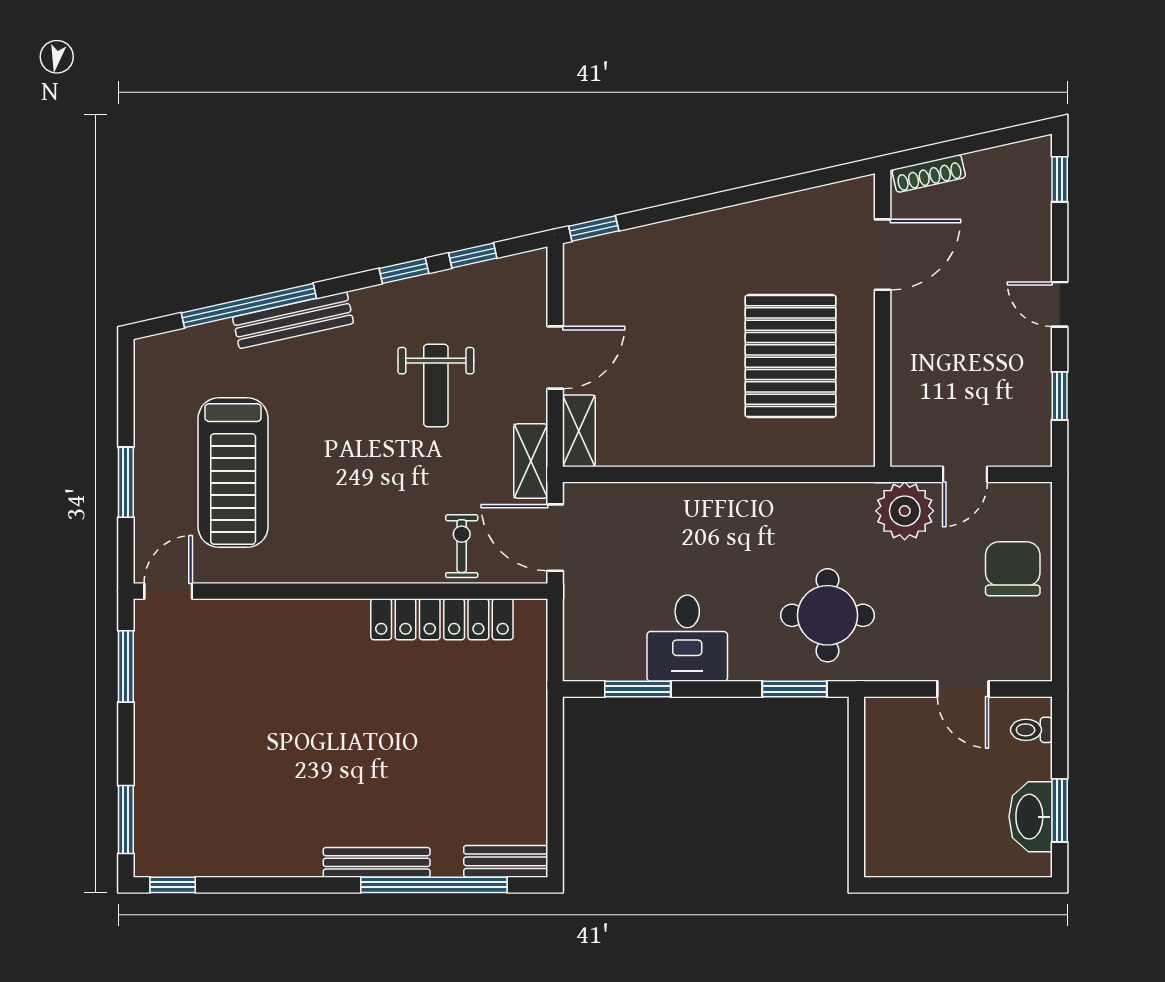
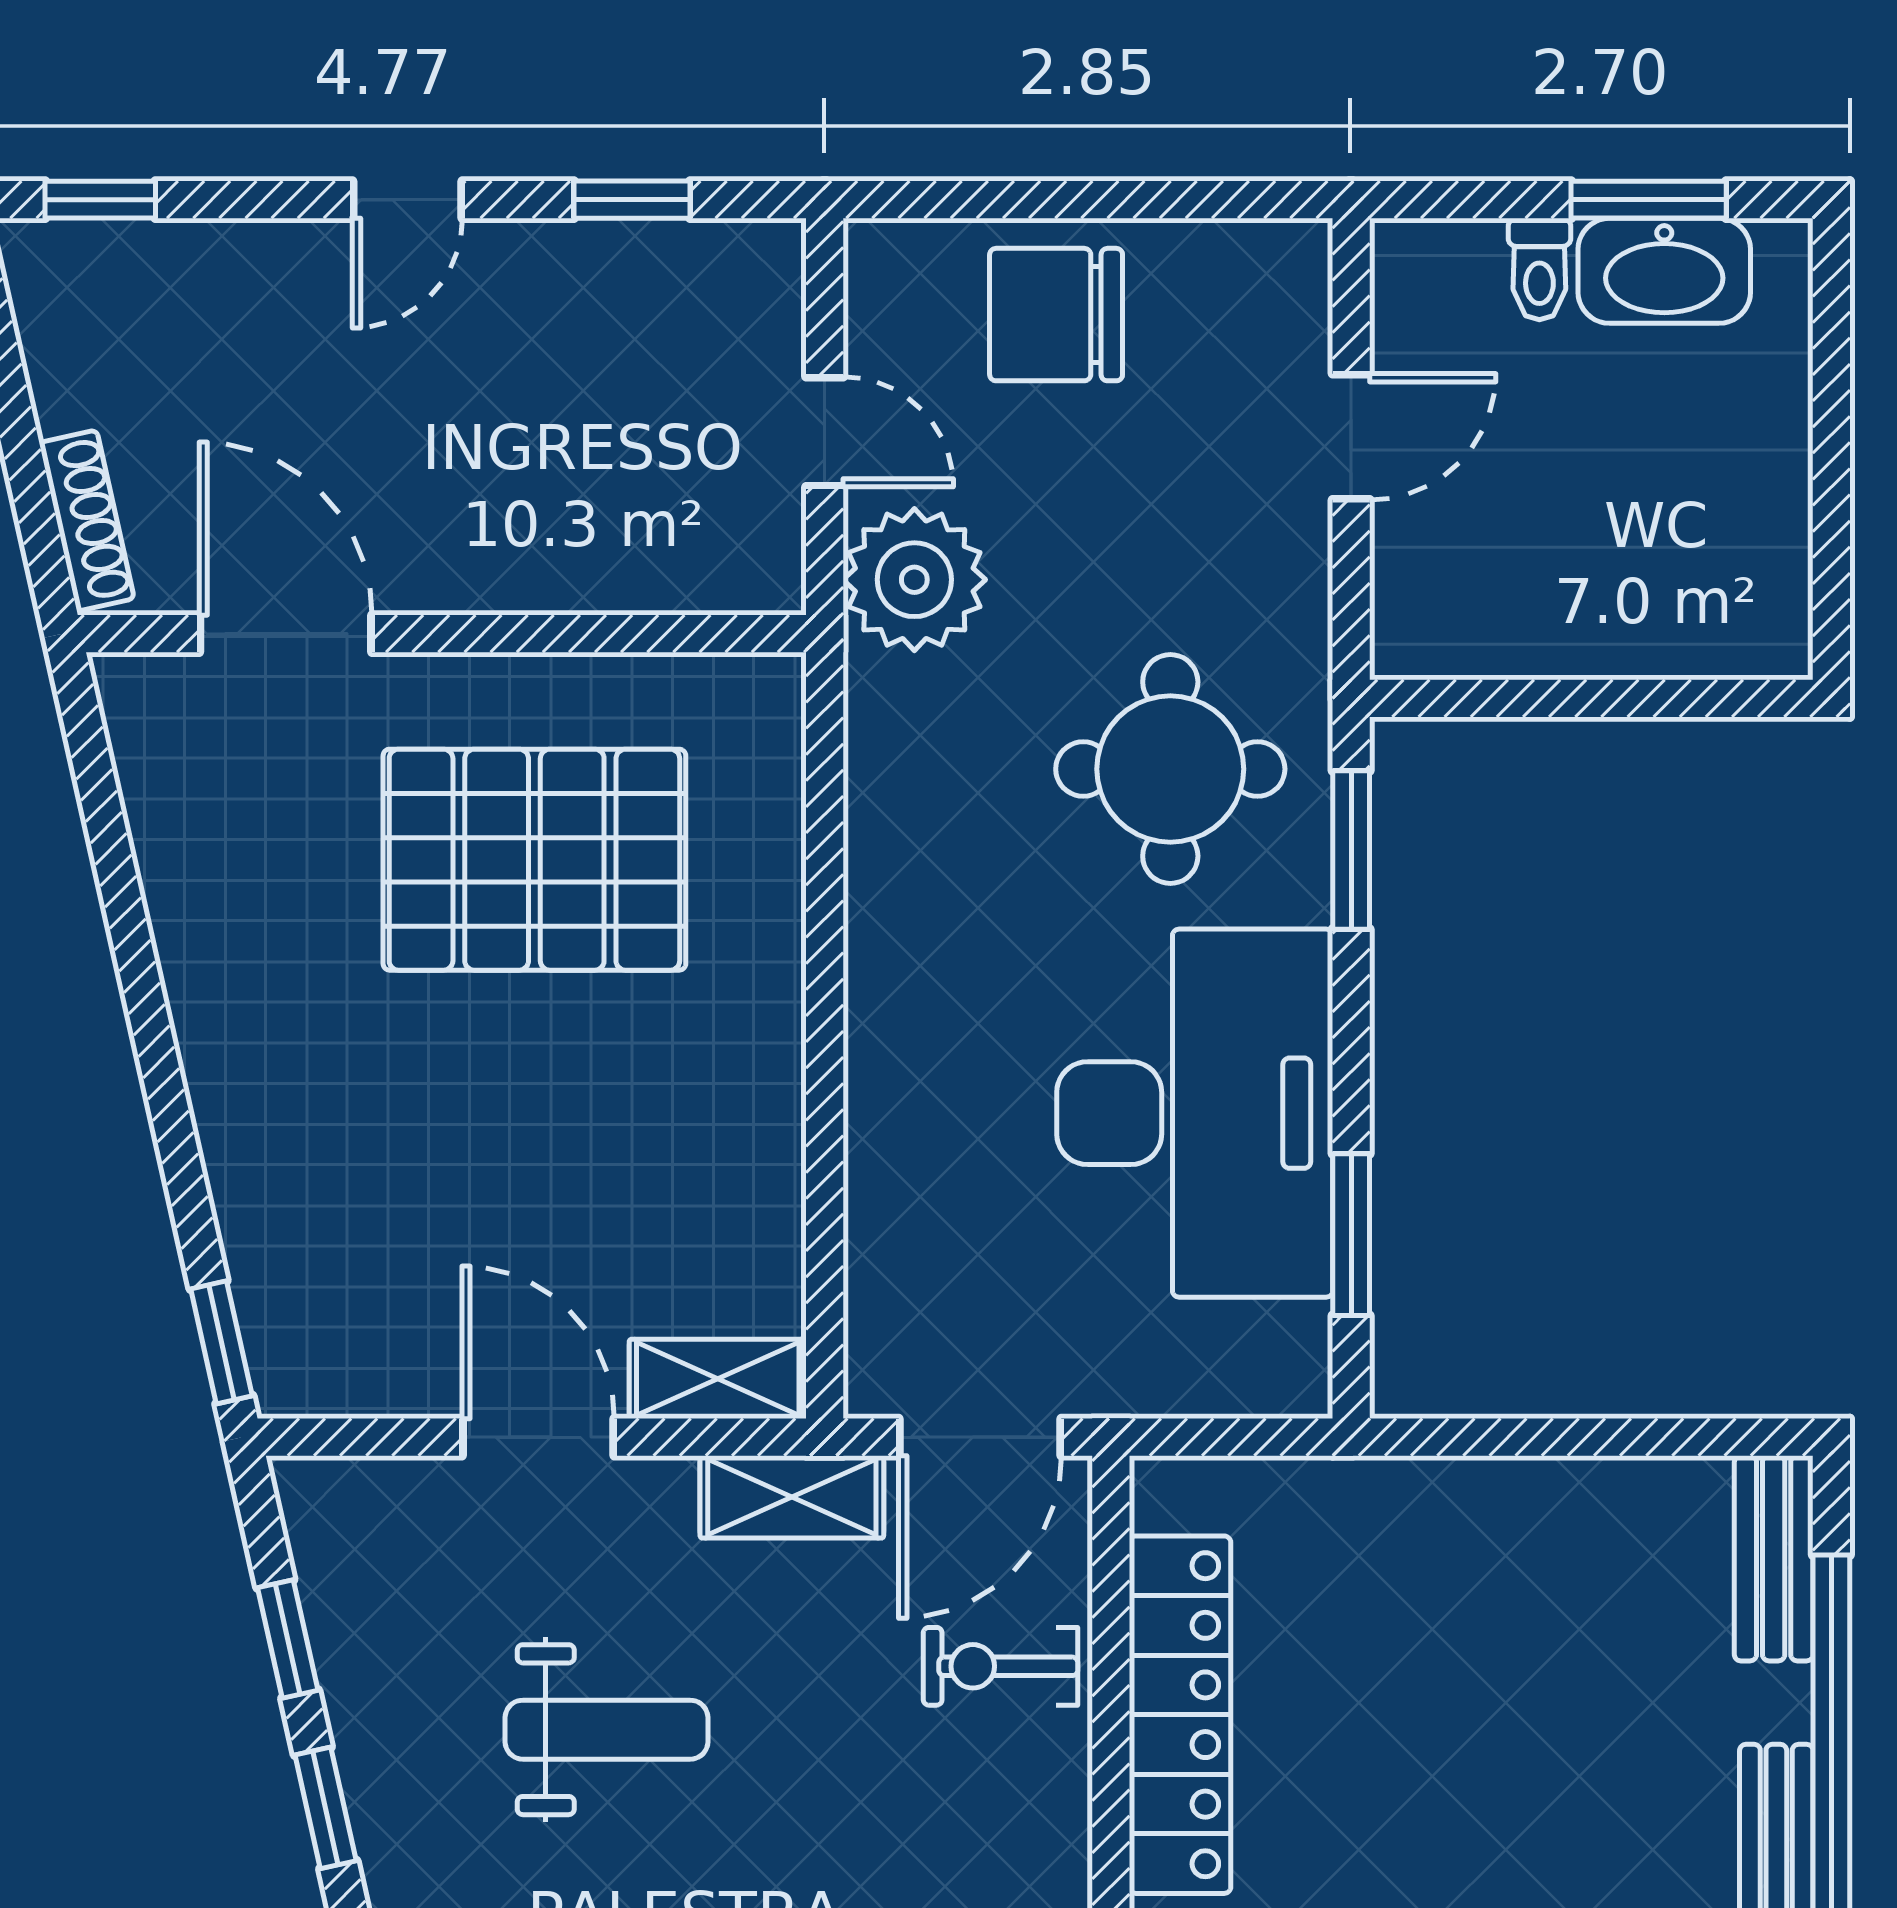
desk: (687, 638) -> (1195, 1113), width x1.87, depth x1.30
toilet: (1031, 730) -> (1539, 269), moved

